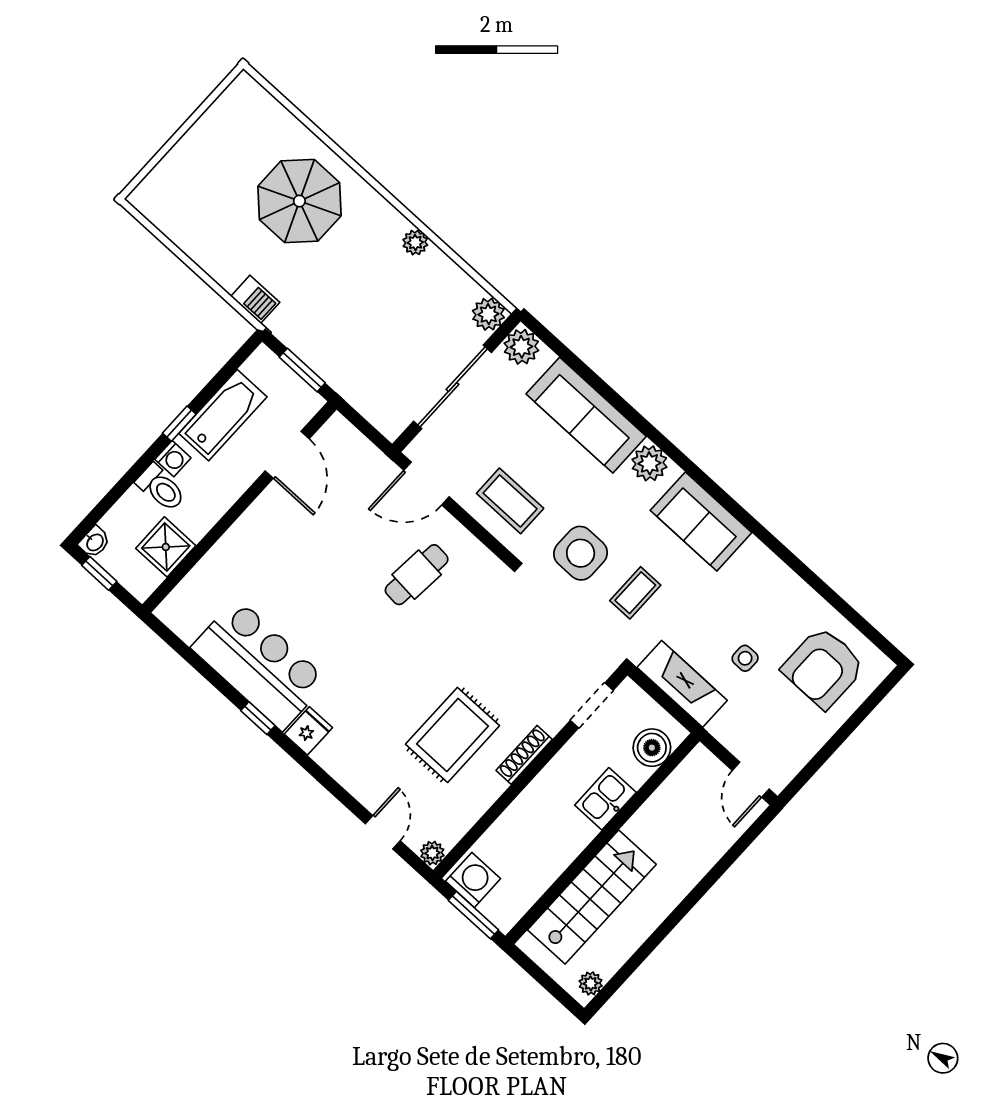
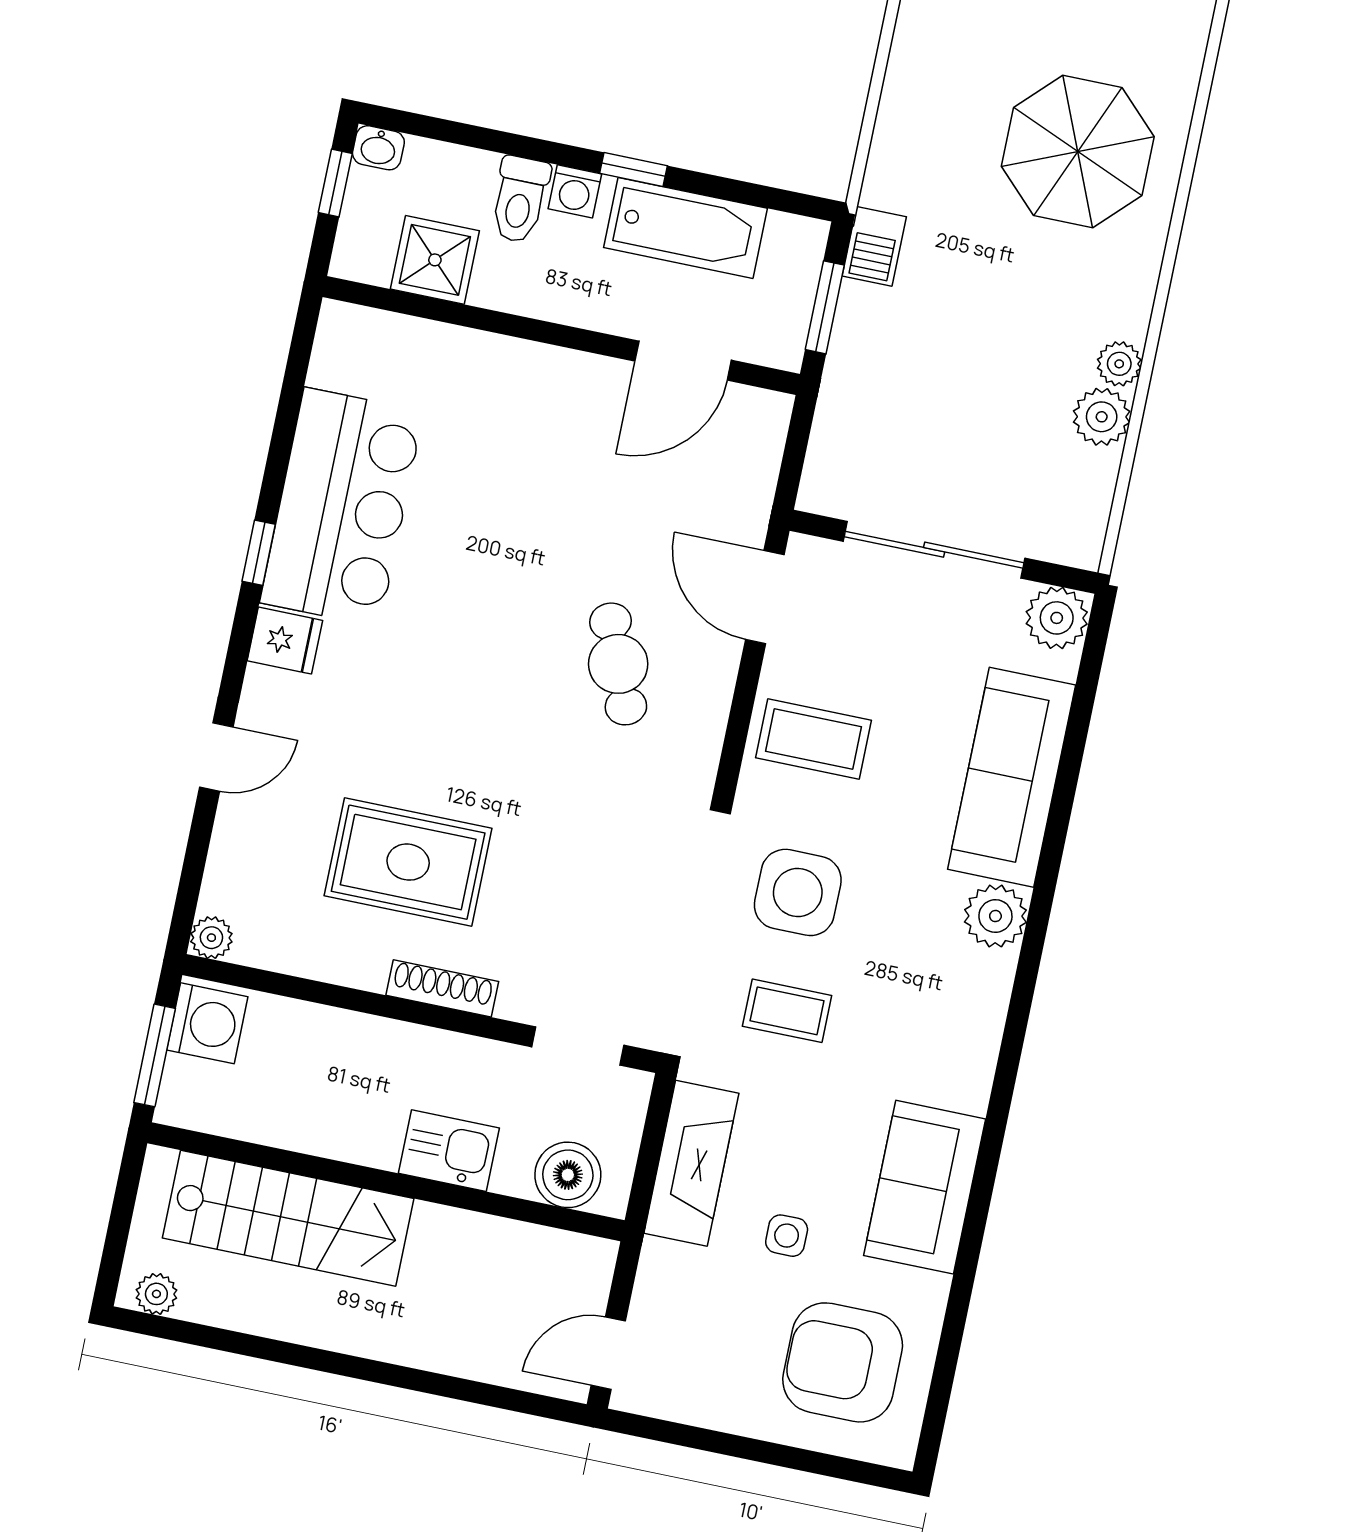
barbecue: (255, 299) -> (874, 246), moved
plant: (488, 314) -> (1102, 417), moved
coffee table: (510, 501) -> (814, 739), turned 90
sofa: (701, 522) -> (925, 1187), moved
cafe table: (417, 575) -> (618, 664), turned 63
door: (383, 832) -> (216, 757), moved

